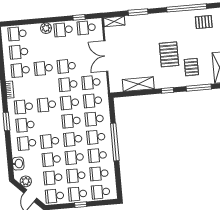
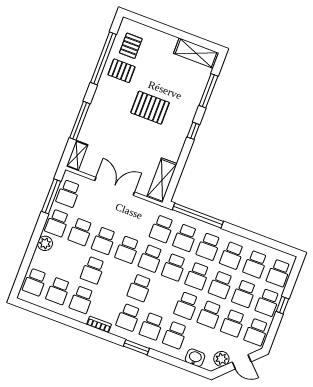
window: (138, 12) -> (80, 121), width x1.44
window: (79, 17) -> (51, 196), width x2.17
double door: (106, 56) -> (115, 186), swing flipped
pallet: (191, 67) -> (121, 71), moved
school desk: (91, 82) -> (80, 232), moved
shelving: (138, 84) -> (162, 180), moved
window: (115, 142) -> (198, 216), moved

